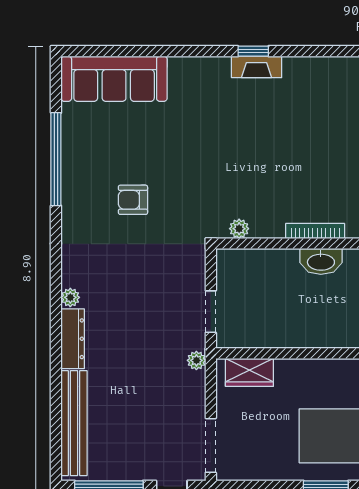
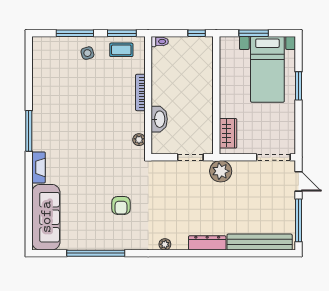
window: (253, 51) -> (29, 131), width x2.17
fireplace: (257, 67) -> (39, 167), moved
washbasin: (321, 261) -> (159, 119), moved
plant: (70, 297) -> (165, 244), moved
plant: (196, 360) -> (221, 171), width x1.87, depth x1.87

